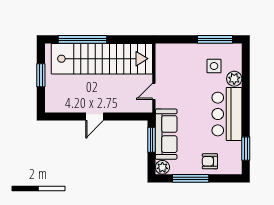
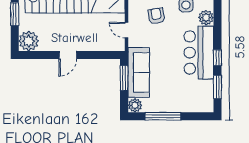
door: (154, 91) -> (126, 30), hinge flipped
plant: (55, 102) -> (29, 41), added
window: (246, 119) -> (217, 58), added
armchair: (210, 161) -> (156, 16), moved, turned 80

